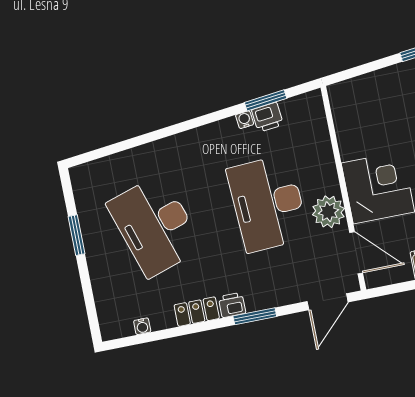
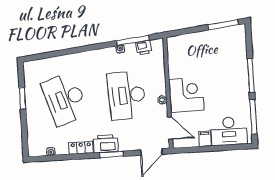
window: (266, 100) -> (133, 40), width x1.44
printer: (267, 117) -> (144, 48), moved
plant: (328, 212) -> (162, 100), width x0.53, depth x0.53
printer: (232, 305) -> (106, 144), width x1.87, depth x1.48

